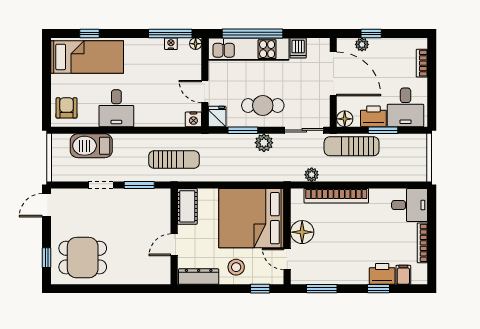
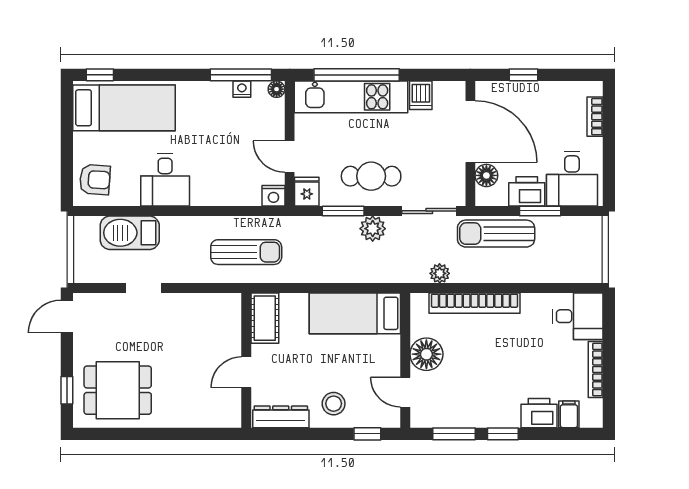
window: (89, 33) -> (100, 75), moved
plant: (362, 44) -> (511, 90), removed
armchair: (67, 108) -> (95, 180), turned 94
floor lamp: (345, 119) -> (486, 175), moved
window: (139, 185) -> (197, 288), removed
bed: (251, 218) -> (355, 313), width x0.49
window: (378, 289) -> (503, 434), moved

